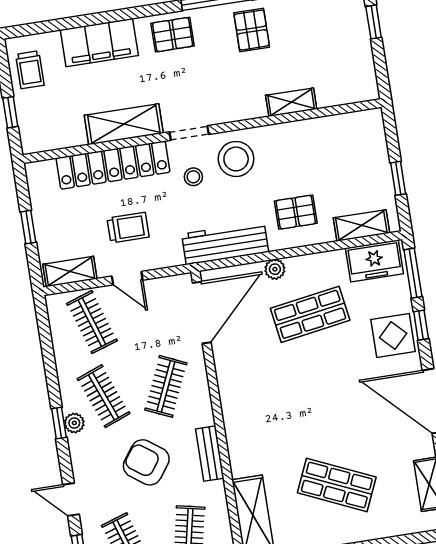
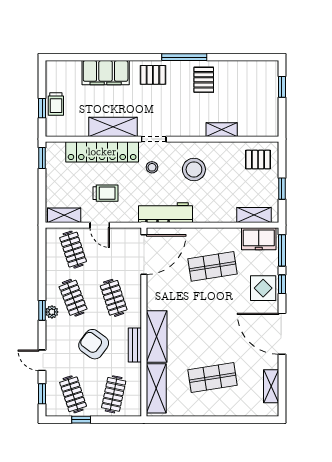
trolley: (30, 70) -> (56, 104), moved
stool: (236, 159) -> (194, 169), moved
pallet: (296, 212) -> (258, 160), moved
window: (28, 227) -> (42, 158), moved
plant: (275, 269) -> (195, 234), removed
clothes rail: (166, 386) -> (114, 298), turned -42
shelving: (241, 435) -> (157, 337), added
shop shelf: (337, 485) -> (212, 378), turned -33

